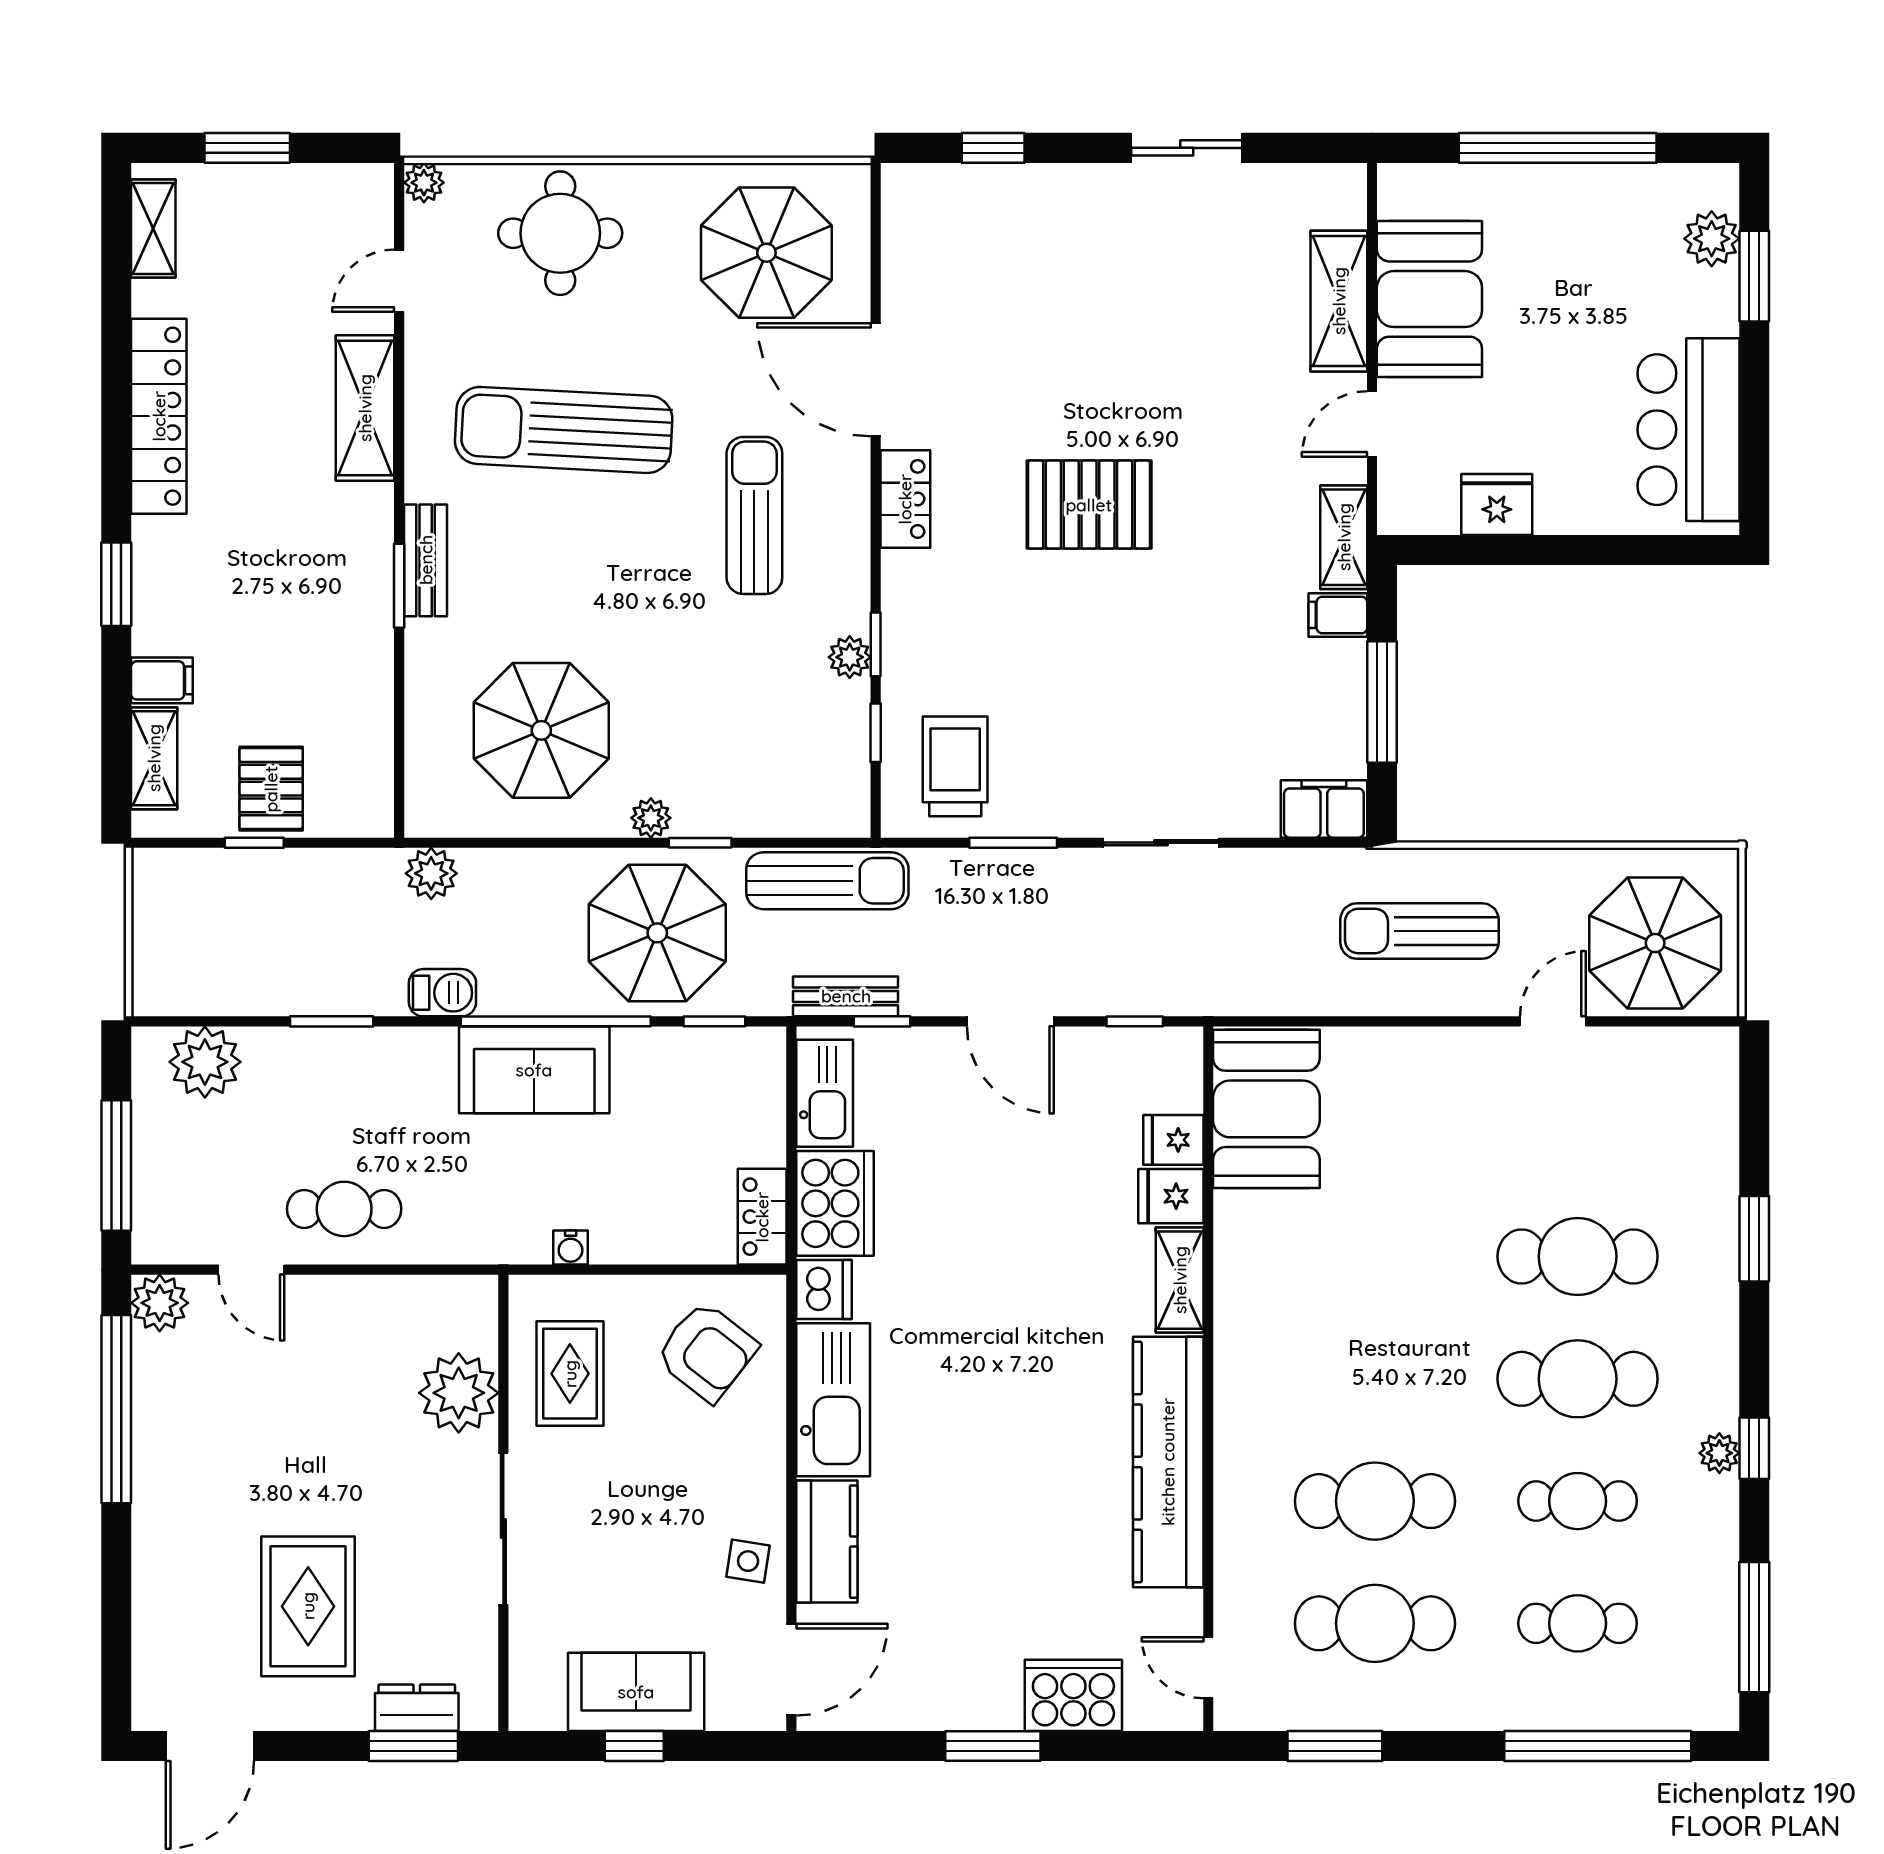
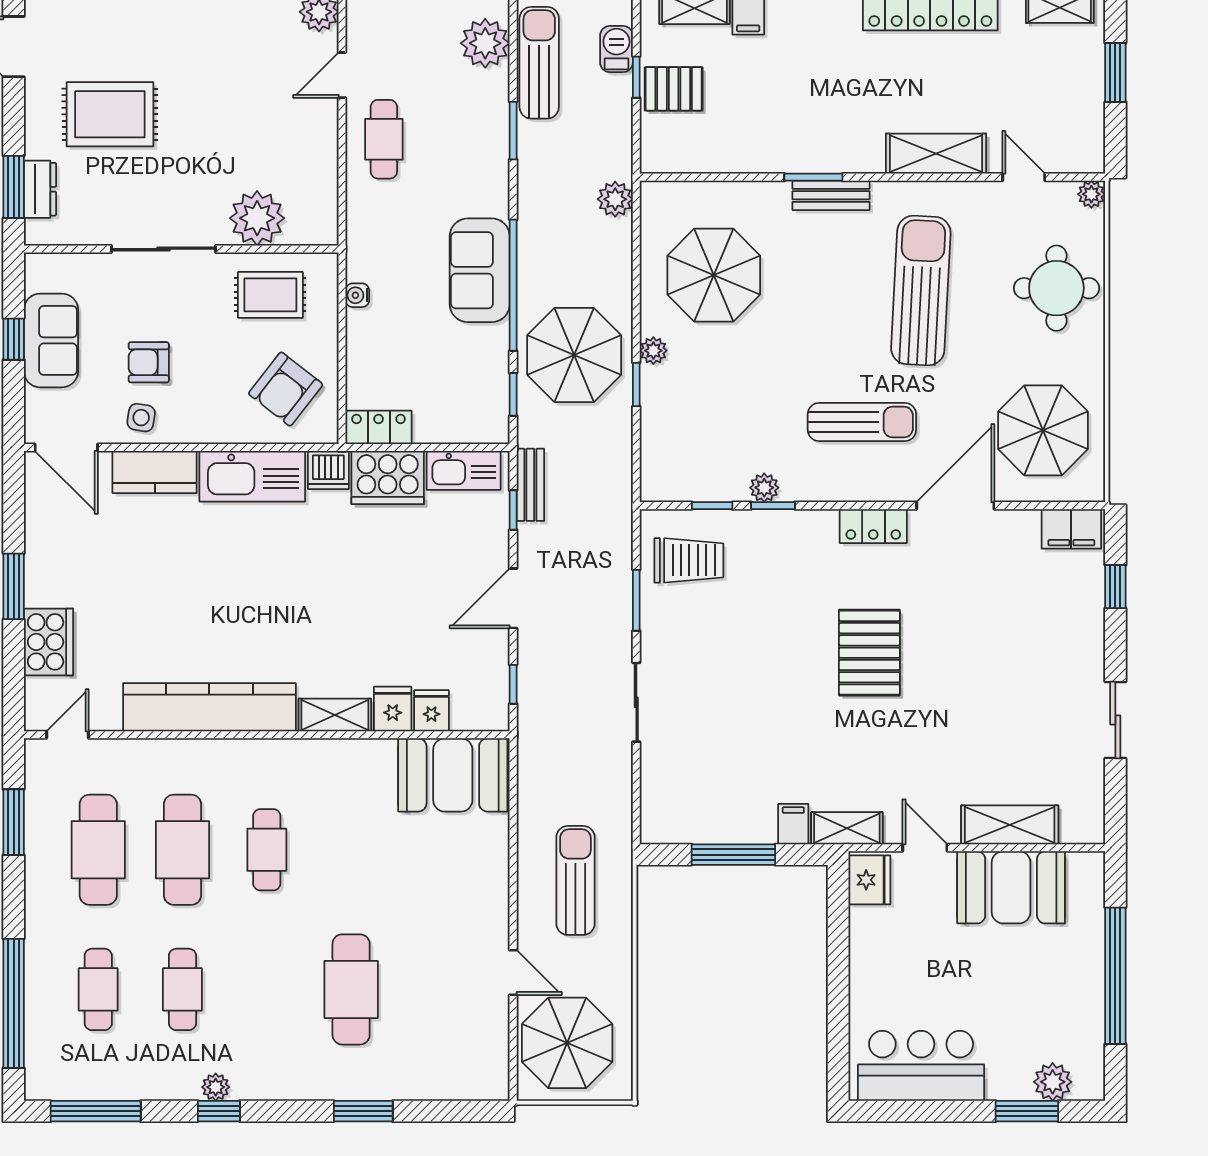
fridge: (1497, 505) -> (869, 880), moved
filing cabinet: (1324, 809) -> (1071, 529), moved, turned 90
sun lounger: (827, 881) -> (539, 63), moved, turned 180
barbecue: (442, 993) -> (616, 49), moved, turned 180
cafe table: (1578, 1379) -> (267, 850), moved, width x0.73, depth x0.74
armchair: (668, 1550) -> (149, 362), added

